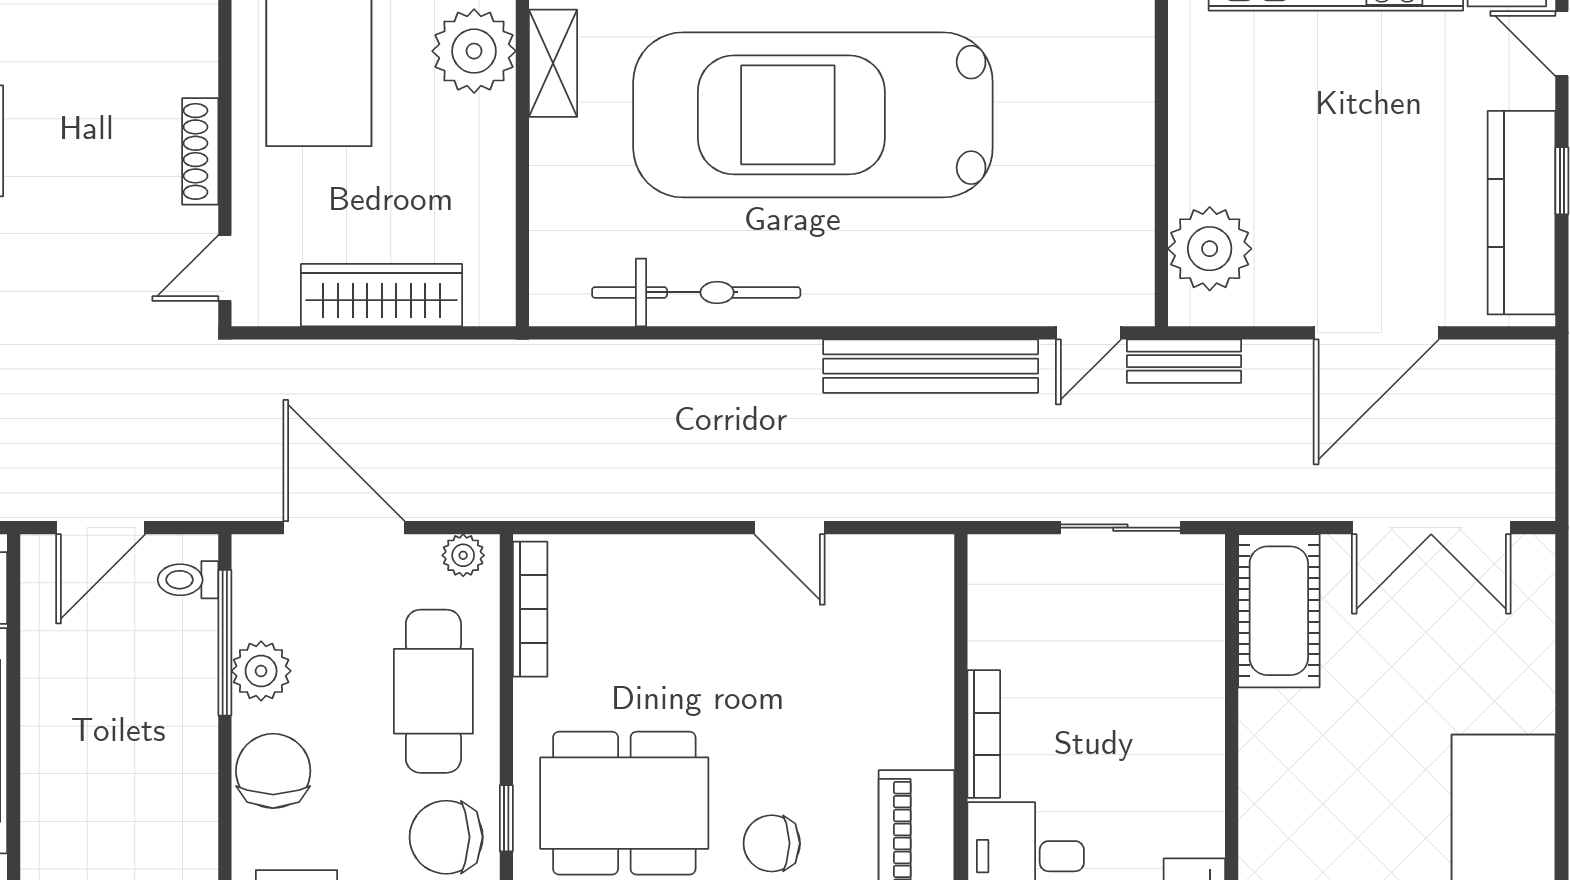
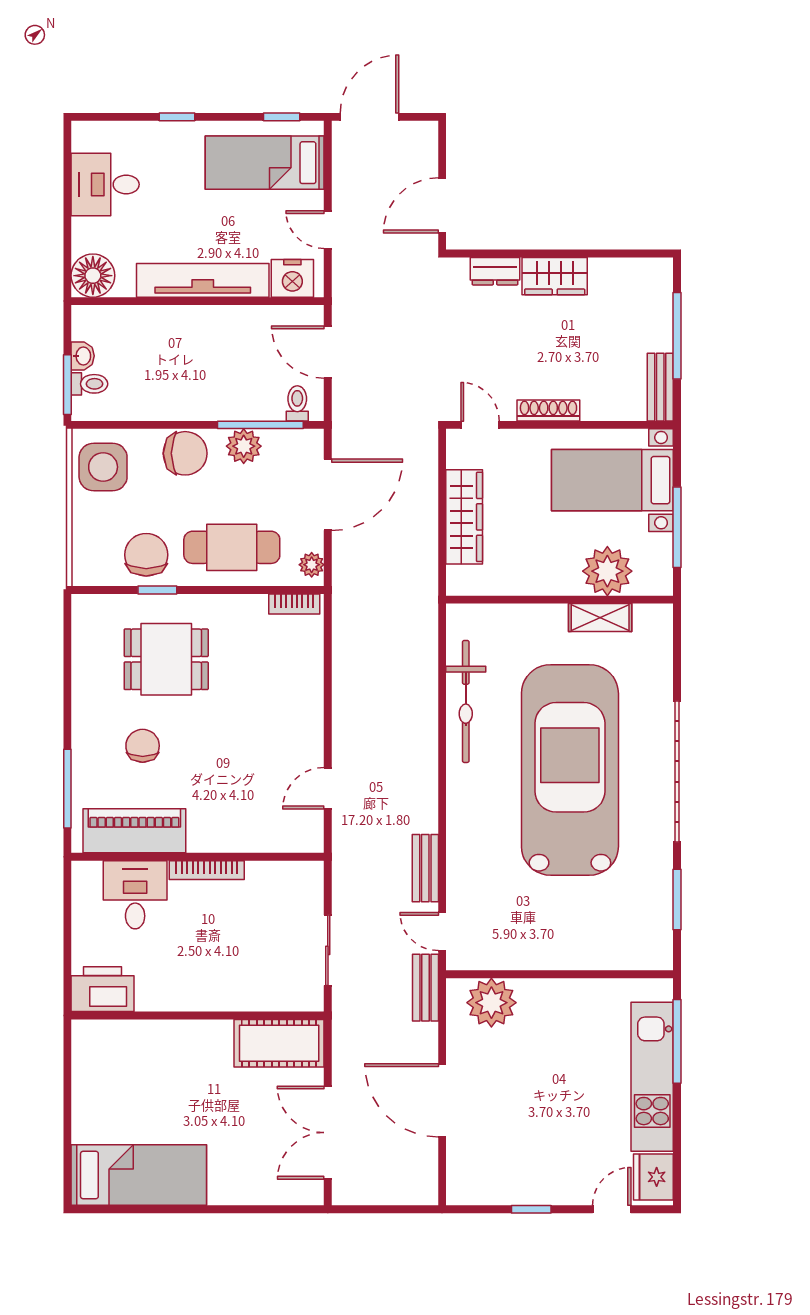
kitchen counter: (1521, 213) -> (513, 1186), removed
bench: (931, 366) -> (425, 868), width x0.54, depth x0.82
door: (789, 528) -> (328, 788), moved
bookcase: (530, 609) -> (294, 604), width x0.64
dining table: (624, 803) -> (166, 659), width x0.73

